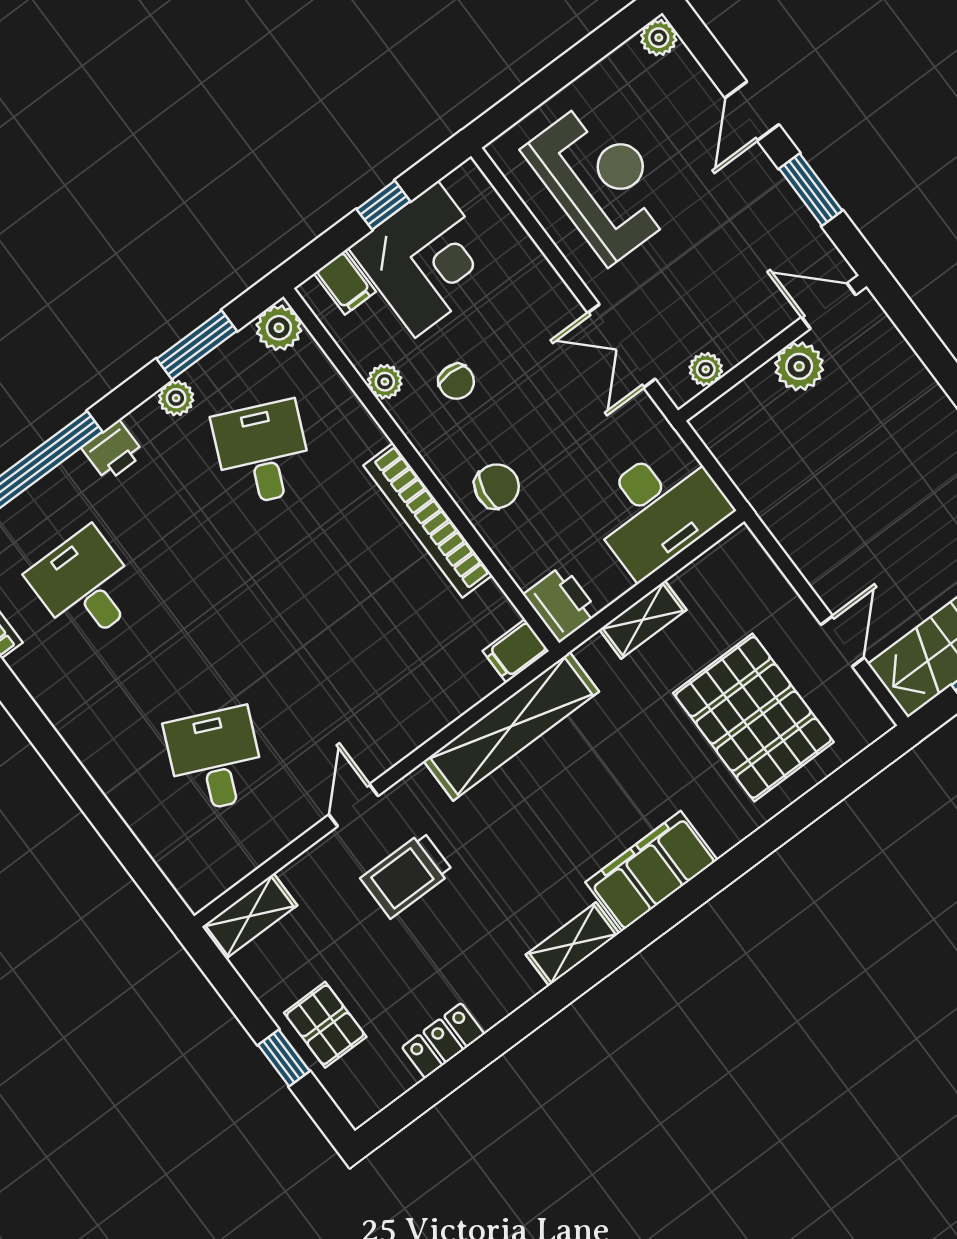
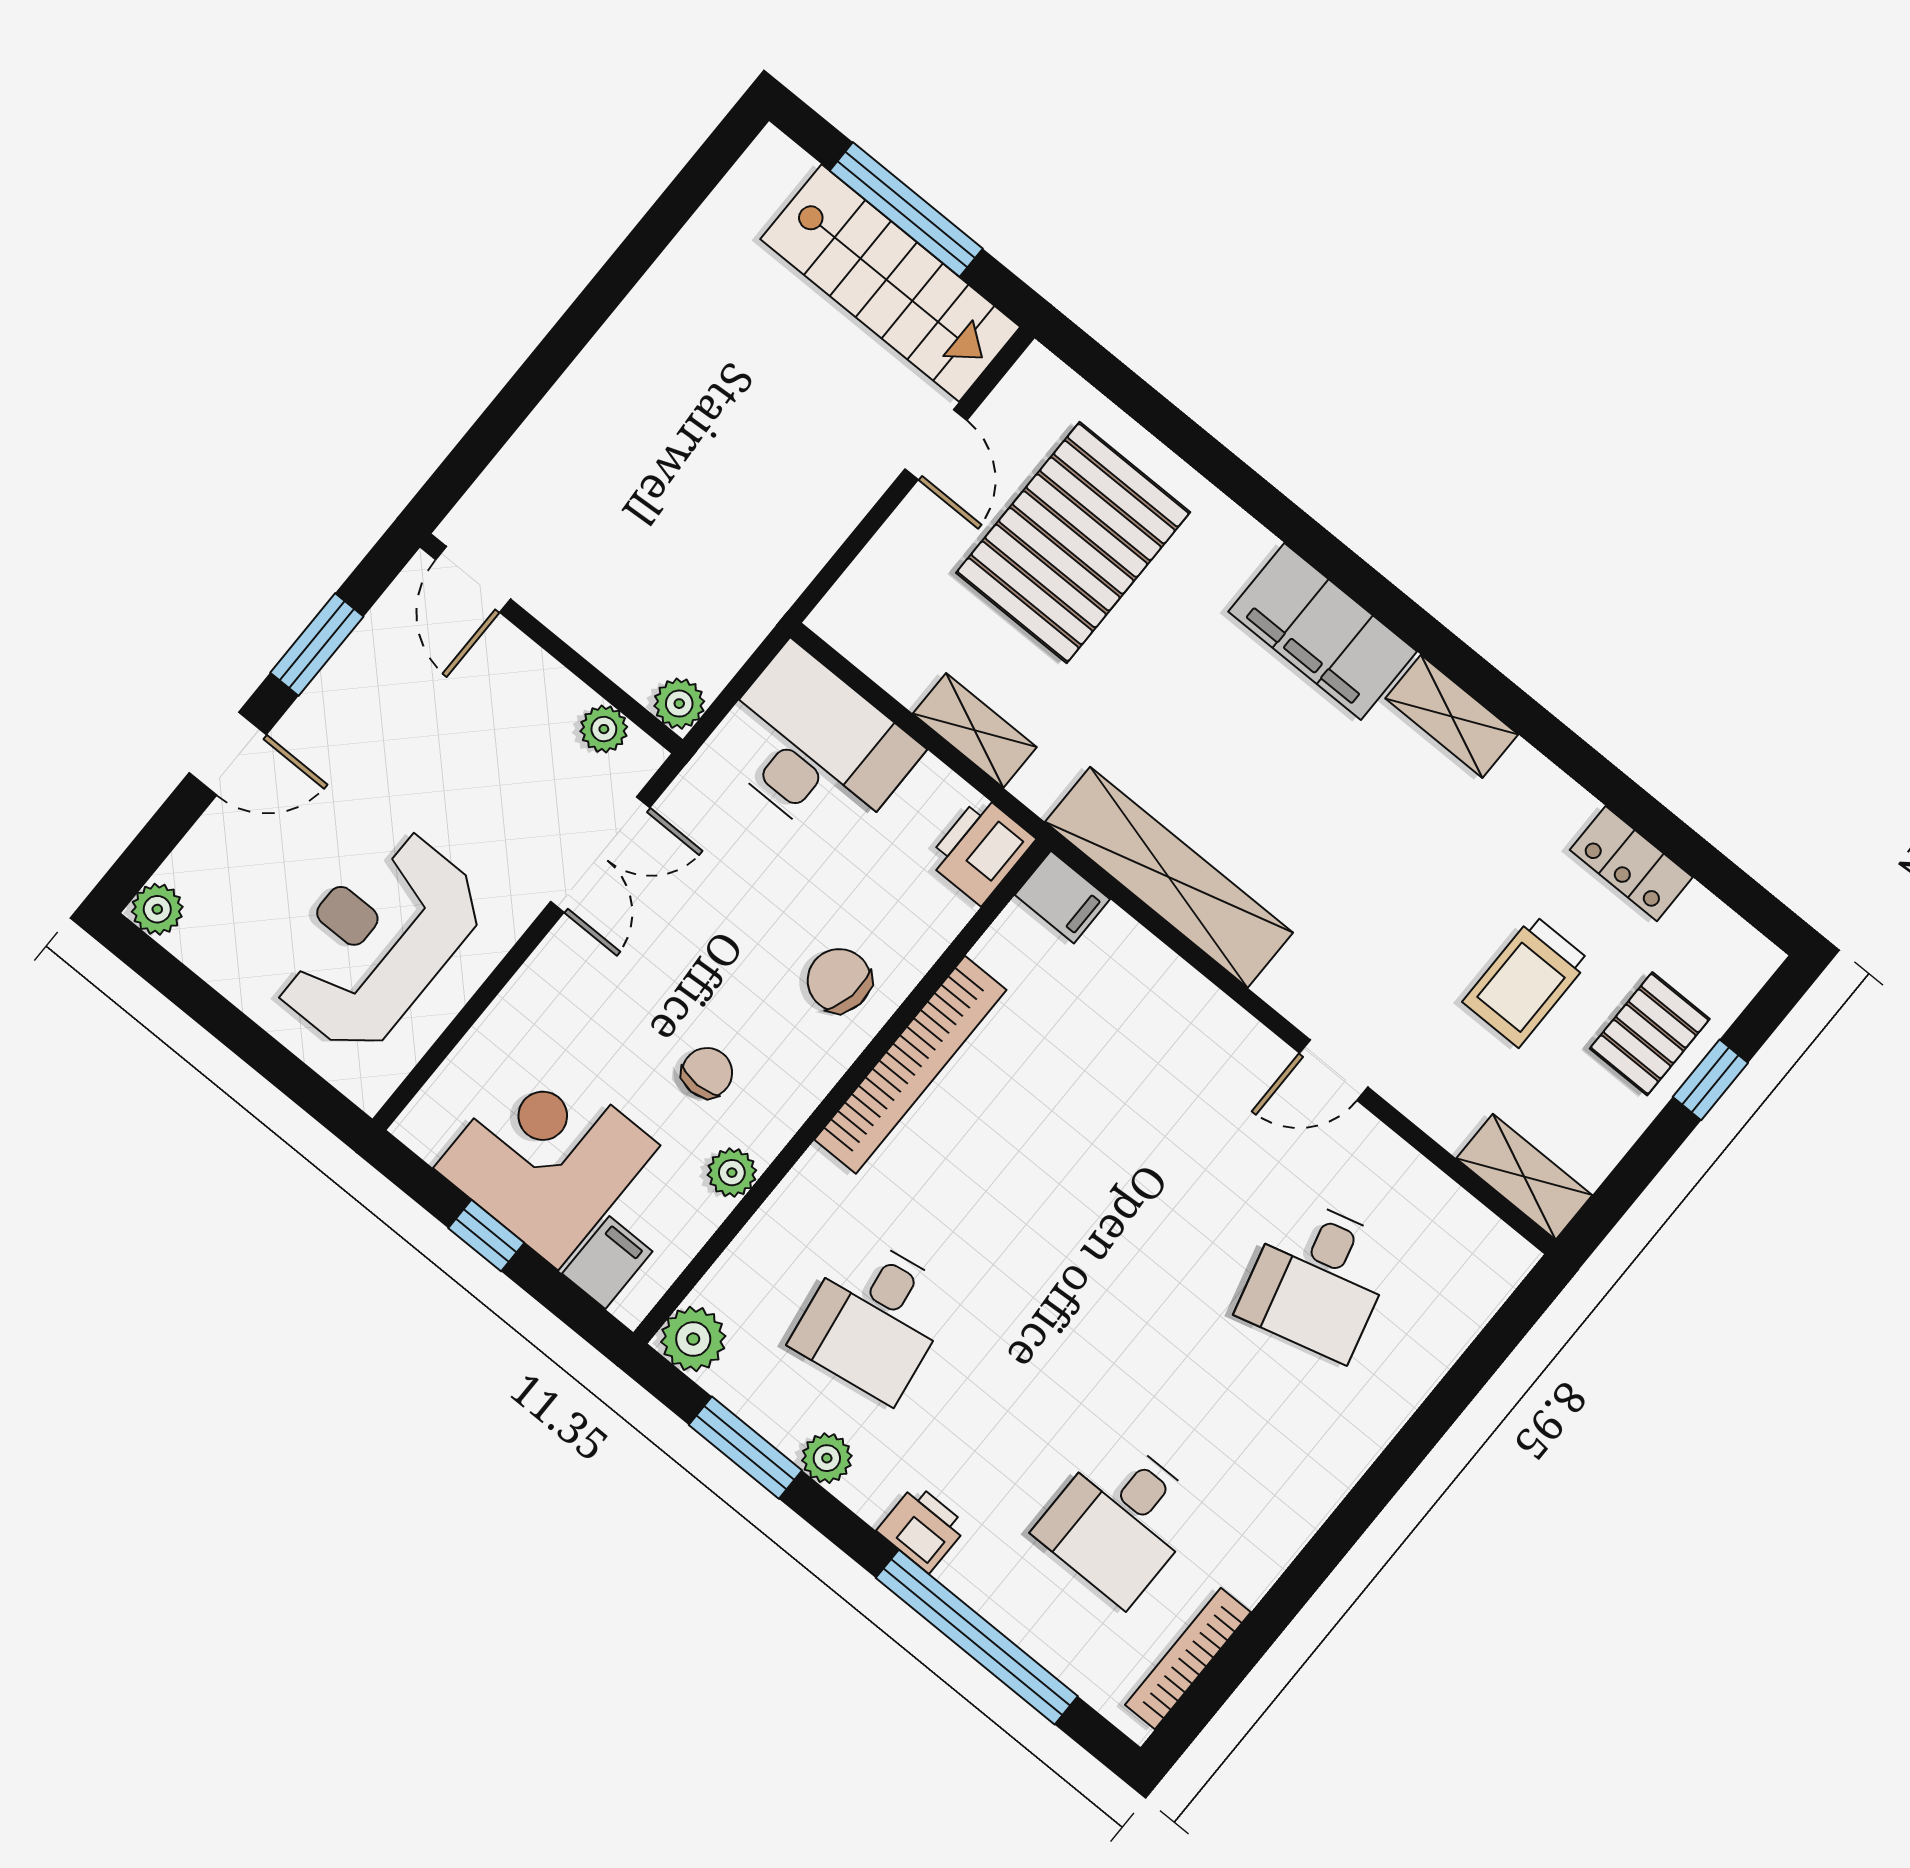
plant: (799, 366) -> (679, 704), moved, width x0.73, depth x0.73
desk: (263, 453) -> (874, 1319), turned -33
door: (842, 641) -> (936, 445), swing flipped
desk: (215, 759) -> (1318, 1279), turned -39
trolley: (407, 875) -> (1526, 981), moved, turned 90

